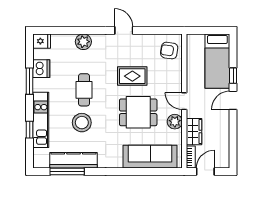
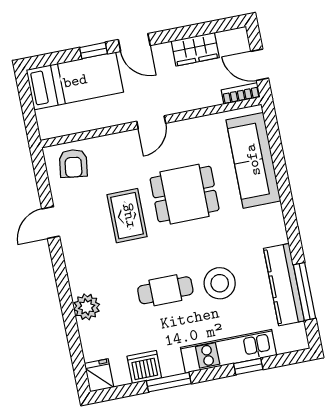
door: (124, 30) -> (51, 222), moved
dining table: (138, 112) -> (185, 194), turned 90
plant: (175, 122) -> (188, 131), removed
wardrobe: (194, 132) -> (195, 49), moved, turned 180

